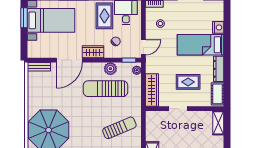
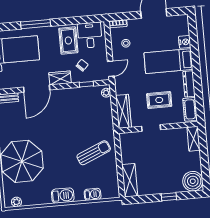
window: (129, 60) -> (86, 84), moved
plant: (110, 69) -> (79, 93), removed
sun lounger: (105, 89) -> (76, 114), removed

